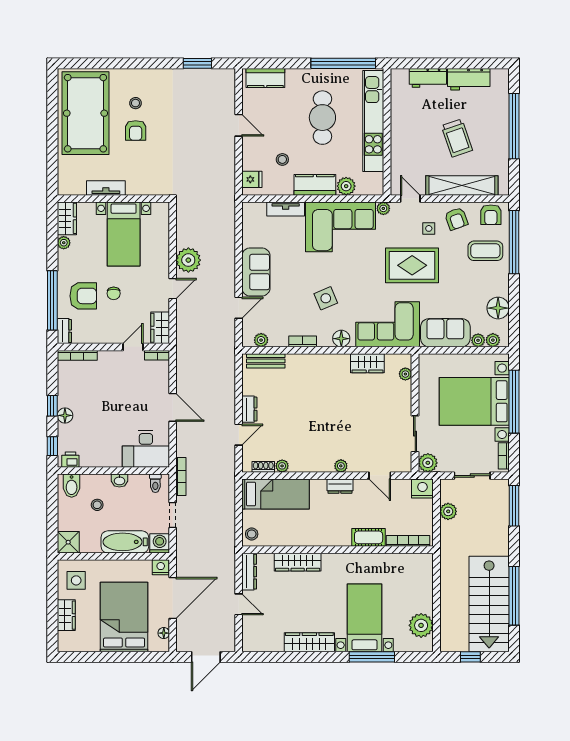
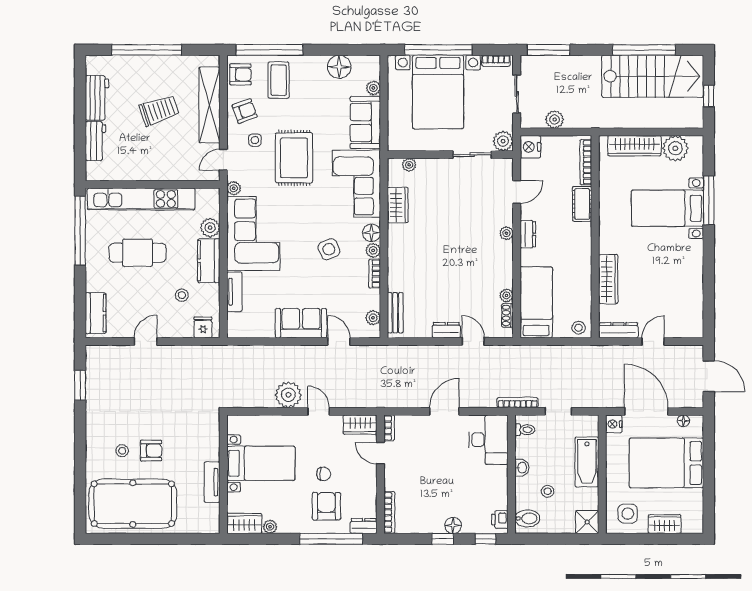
plant: (493, 340) -> (373, 250), moved
washing machine: (160, 543) -> (588, 425), removed
wardrobe: (309, 642) -> (635, 146), moved, turned -90

